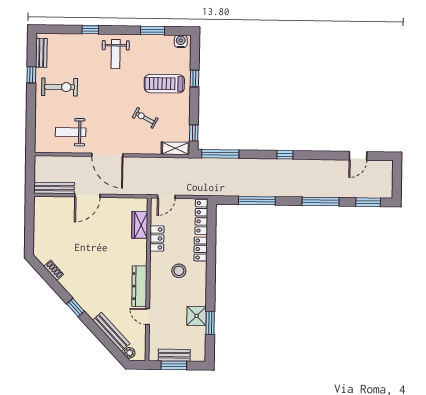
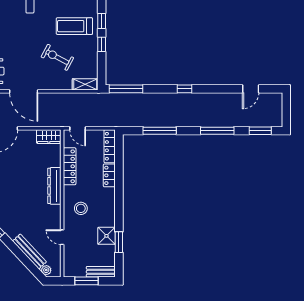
exercise bike: (145, 118) -> (57, 57), width x1.38, depth x1.39
window: (194, 133) -> (102, 44), moved
door: (166, 197) -> (78, 128), hinge flipped
wardrobe: (140, 225) -> (49, 137), moved, turned -90
locker: (157, 238) -> (70, 166), width x1.53
stool: (179, 271) -> (81, 208), moved
dresser: (139, 286) -> (54, 186), moved
bench: (174, 355) -> (101, 272), moved

